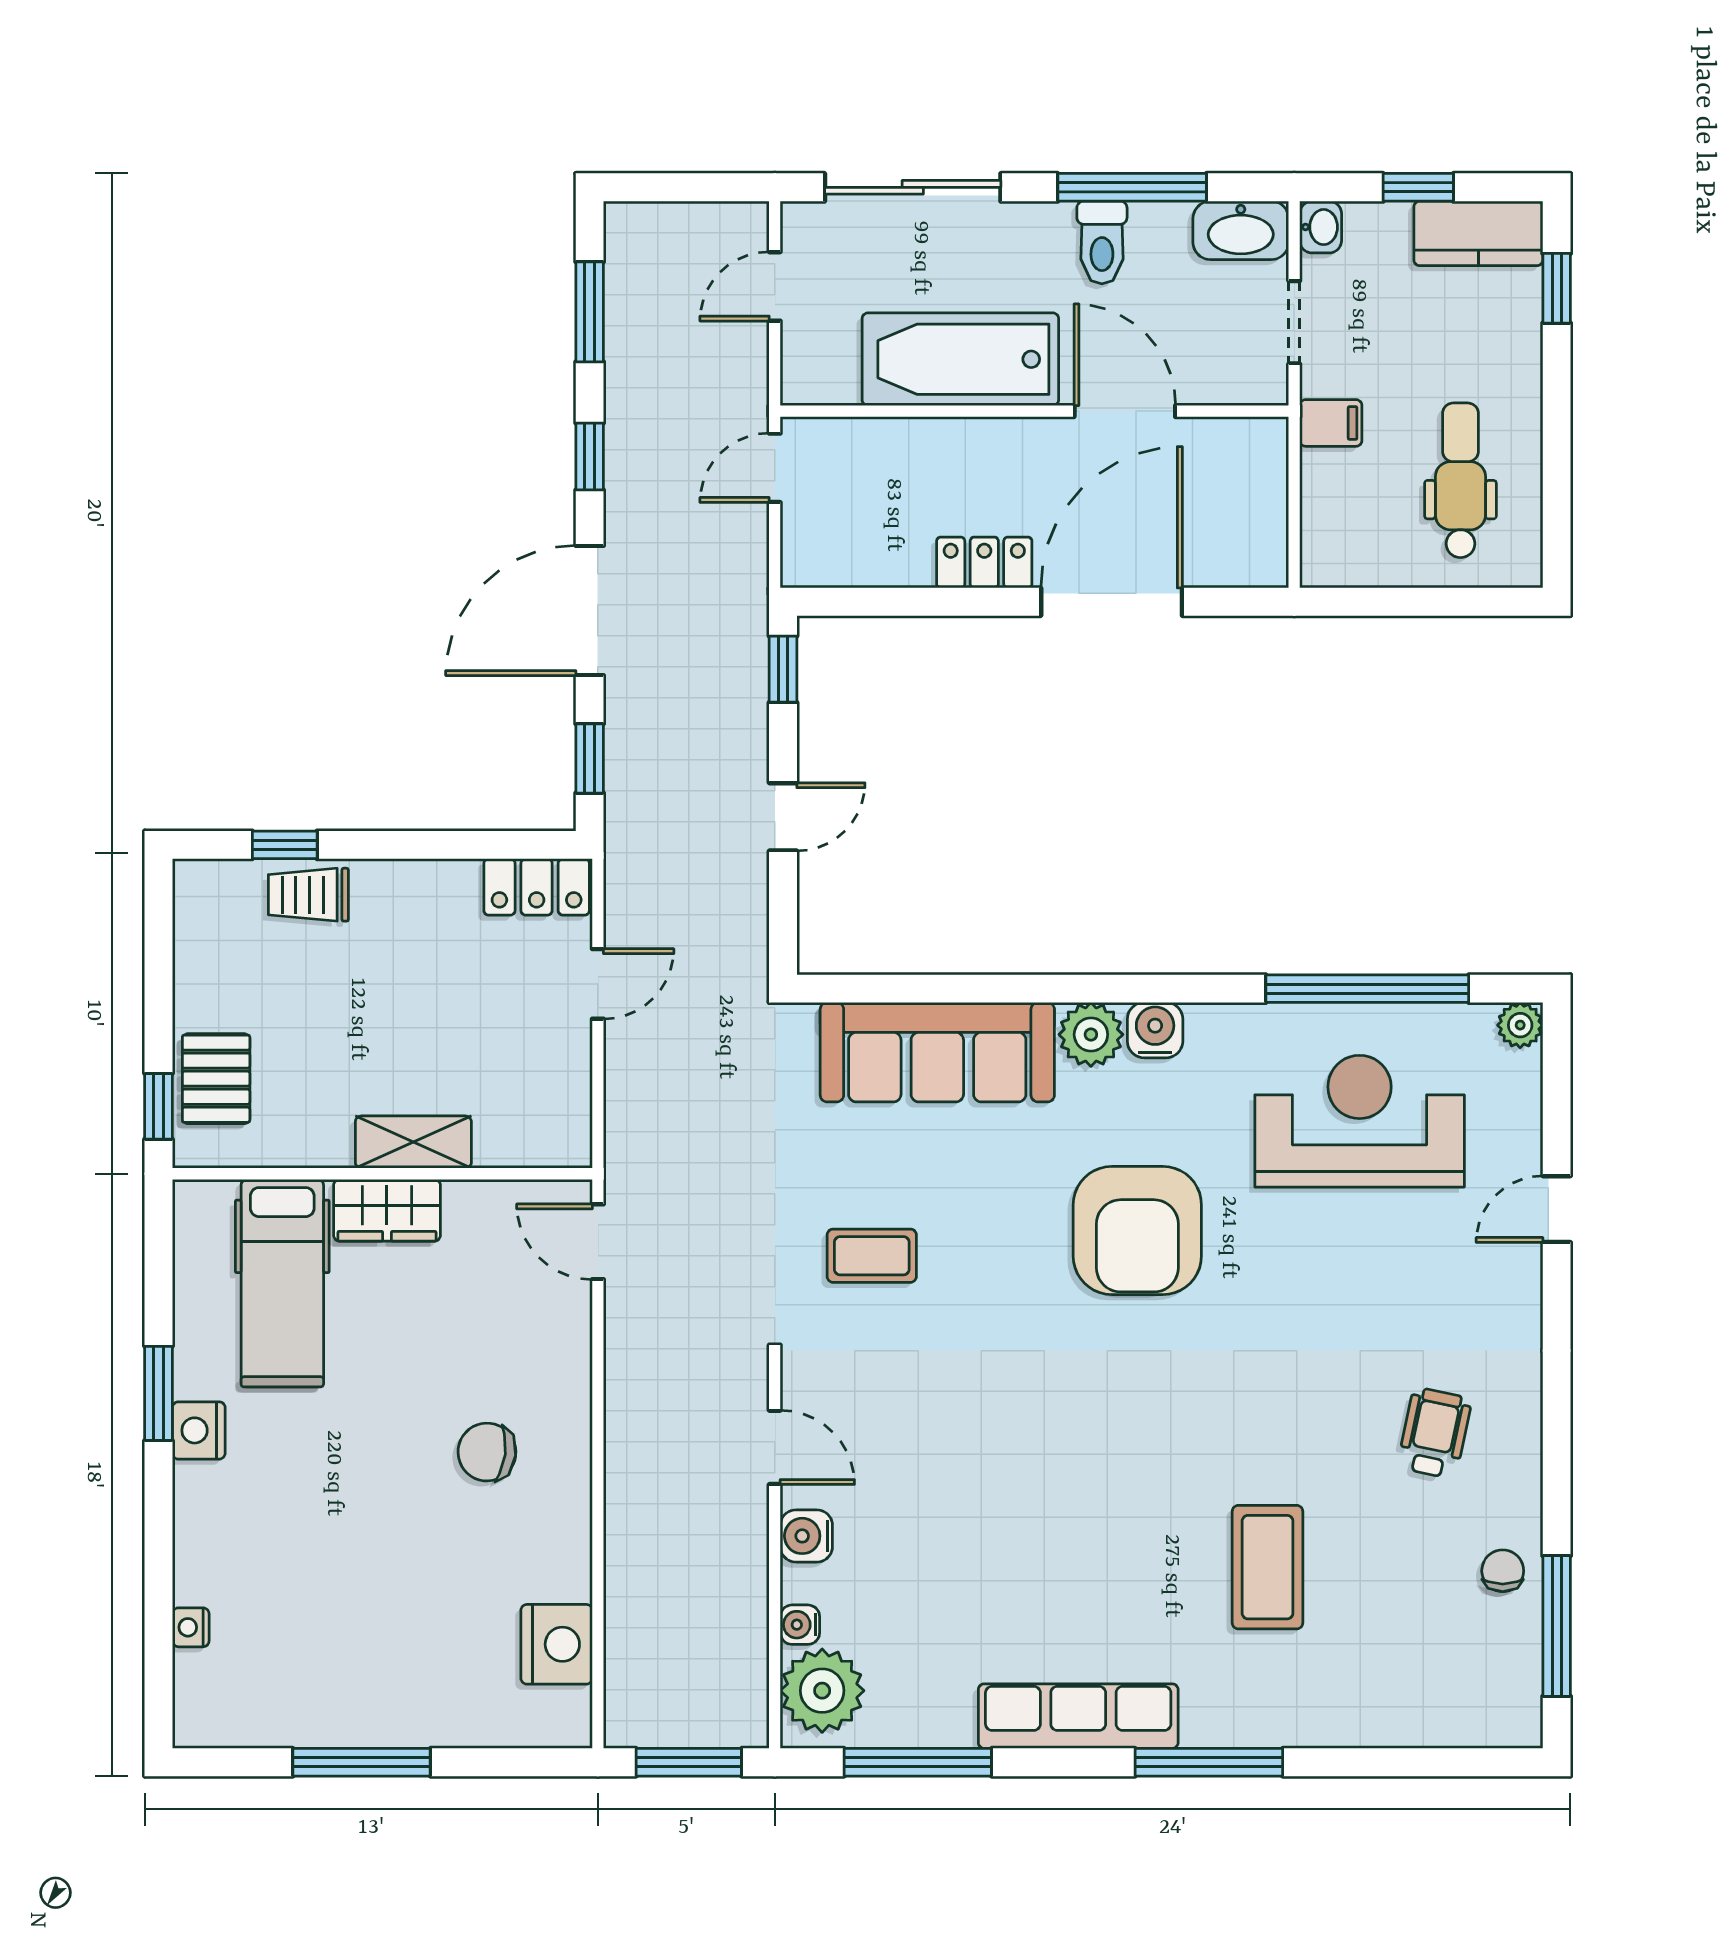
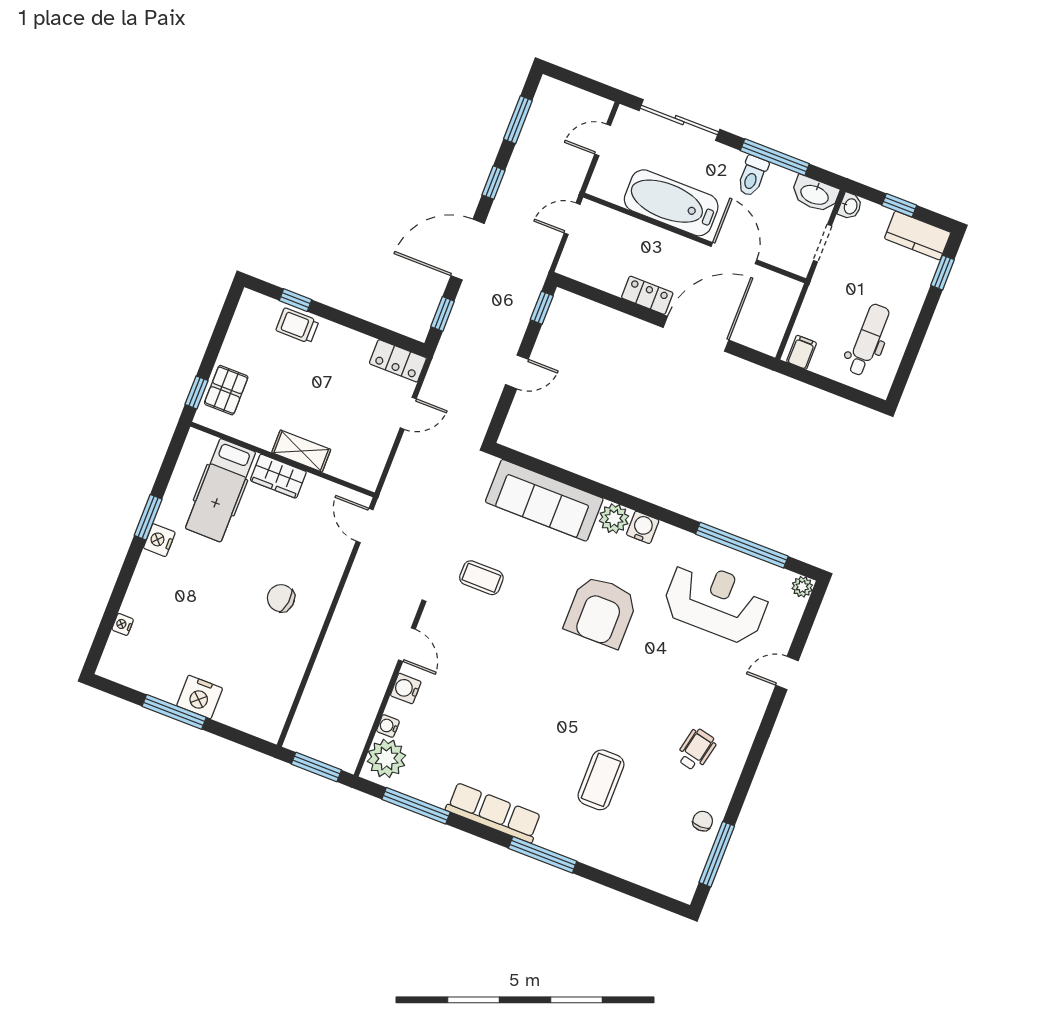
filing cabinet: (1331, 423) -> (802, 352), moved, turned -90
nightstand: (557, 1644) -> (200, 697), moved, turned 90

